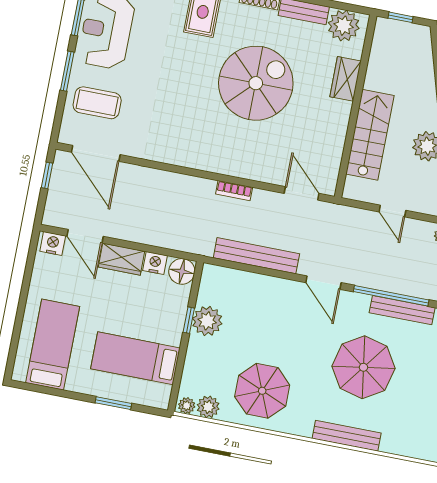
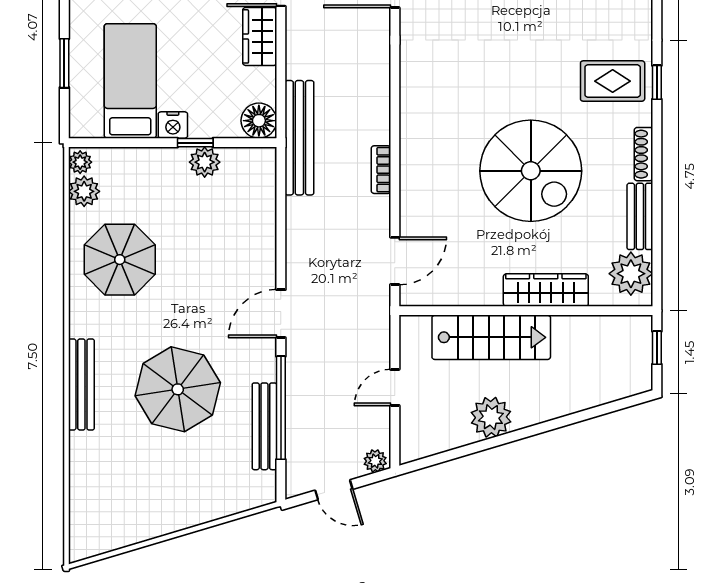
wardrobe: (346, 79) -> (546, 290), width x1.50
bench: (256, 256) -> (299, 138), moved
nightstand: (155, 263) -> (173, 125), moved, turned 90
plant: (207, 321) -> (205, 162), width x0.73, depth x0.73

